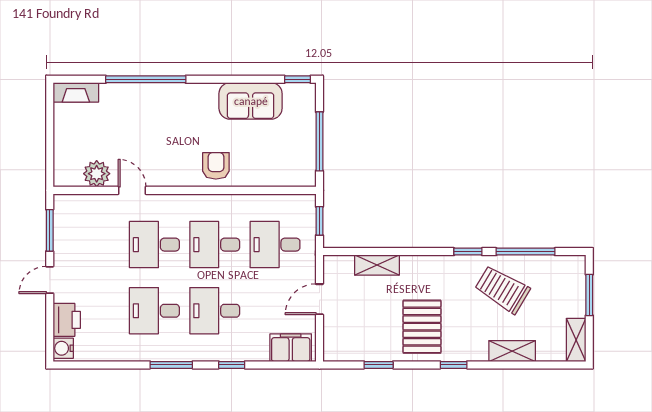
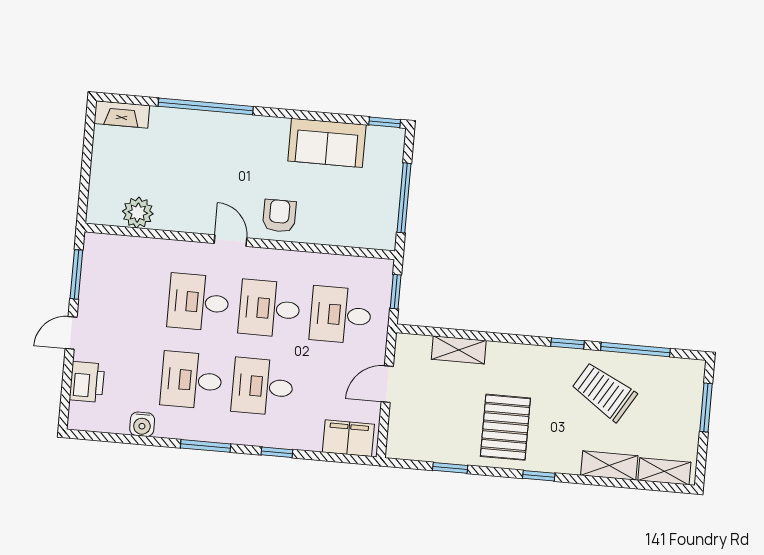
door: (132, 190) -> (230, 241), moved
shelving: (576, 340) -> (664, 471), moved, turned 90
water cooler: (63, 348) -> (142, 424), moved, turned -90

